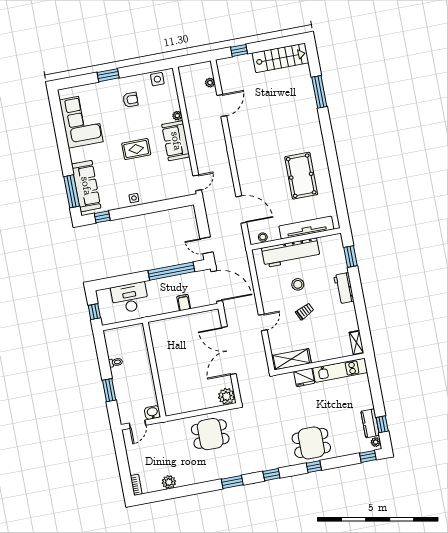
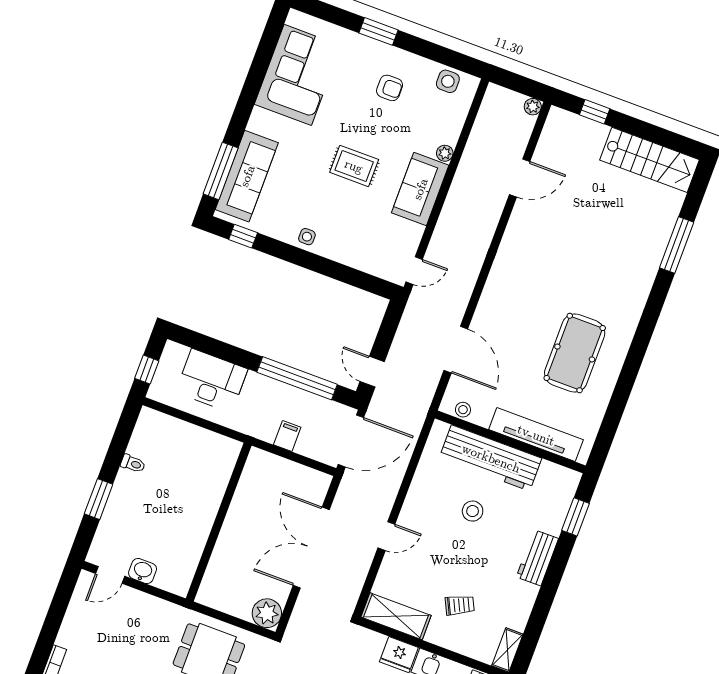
plant: (210, 83) -> (533, 107), moved
door: (217, 286) -> (351, 441), hinge flipped
trolley: (305, 311) -> (460, 605), moved
wall: (154, 370) -> (219, 522), moved

